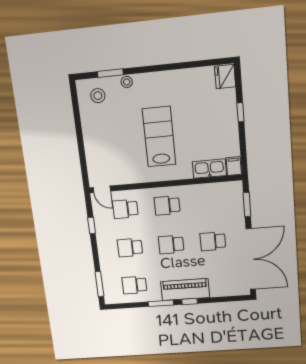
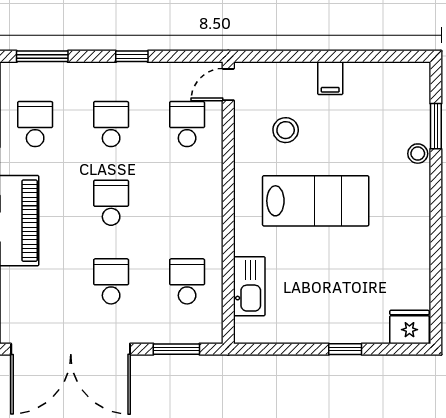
stool: (98, 96) -> (286, 130), moved
filing cabinet: (234, 166) -> (330, 78), moved, turned 90
school desk: (167, 205) -> (187, 281), moved
window: (92, 225) -> (132, 56), moved

